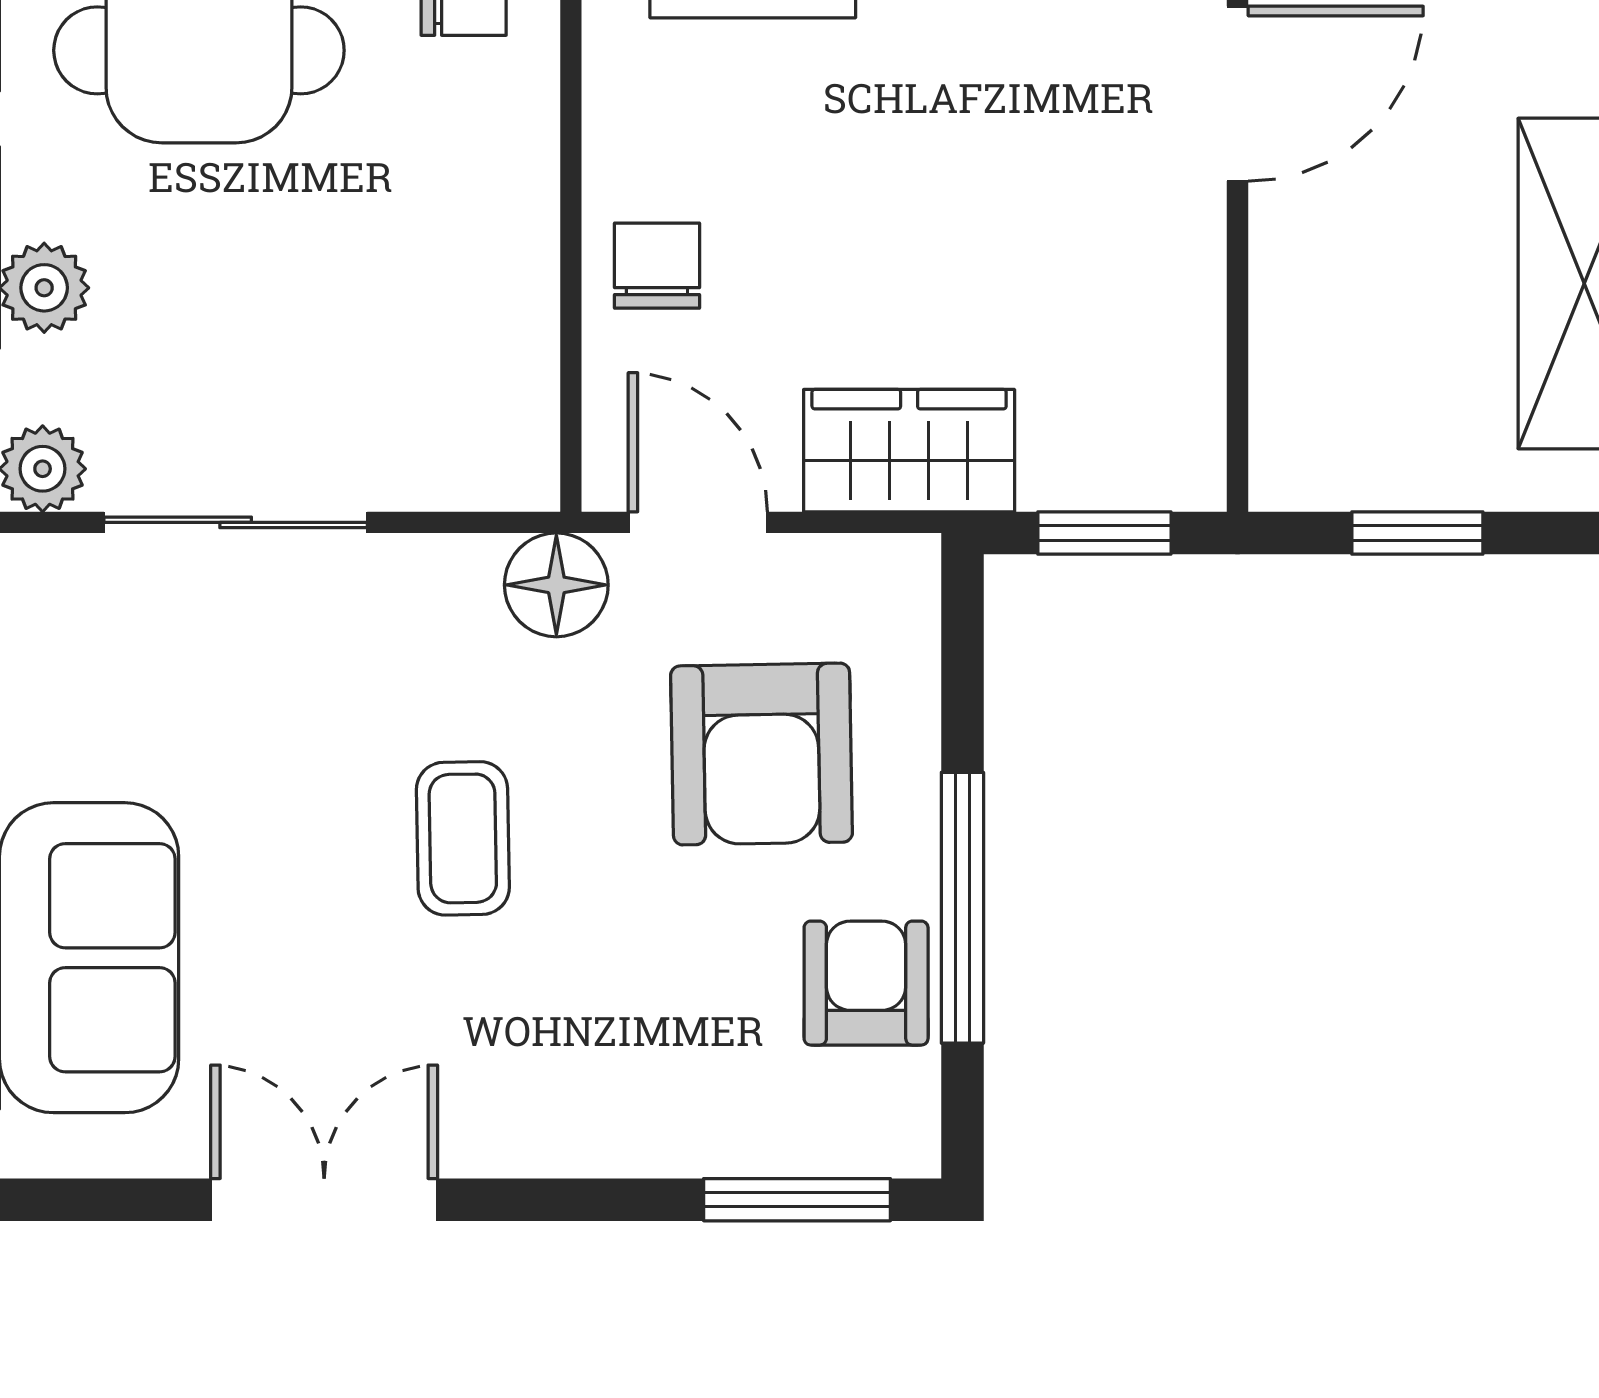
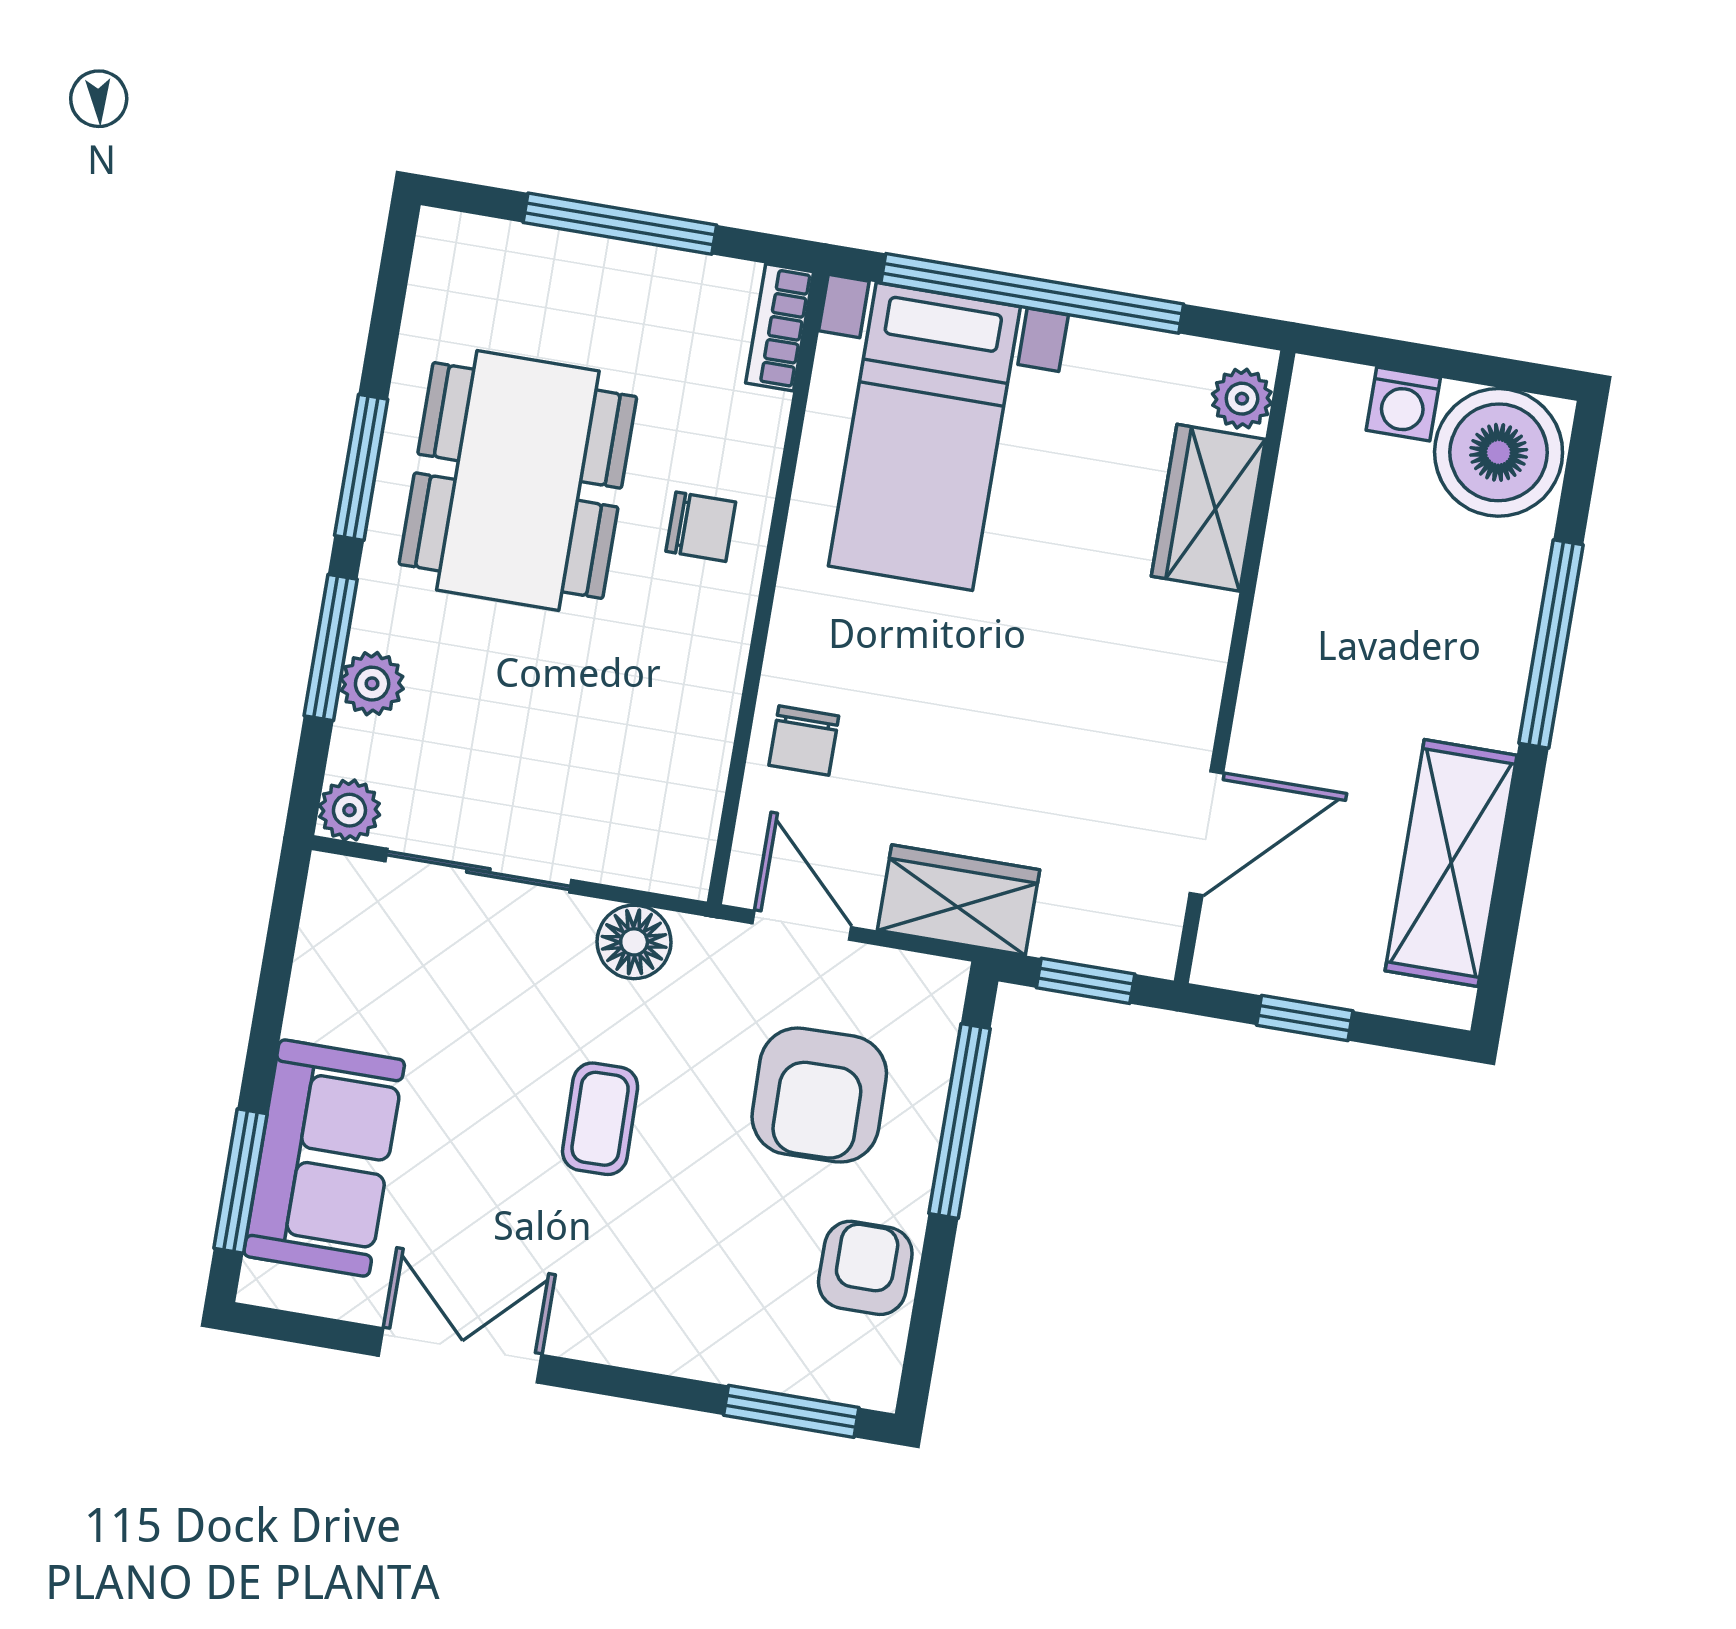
door: (1238, 94) -> (1206, 833), moved
chair: (657, 266) -> (804, 741), turned 180
floor lamp: (556, 585) -> (634, 942), moved
window: (962, 908) -> (960, 1121), moved

